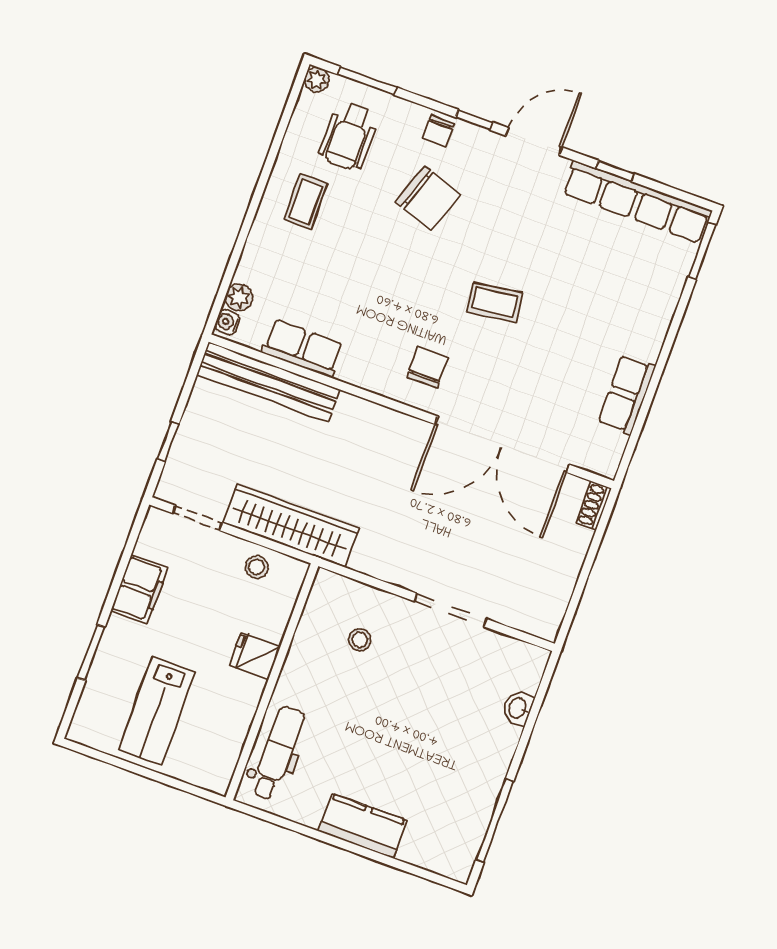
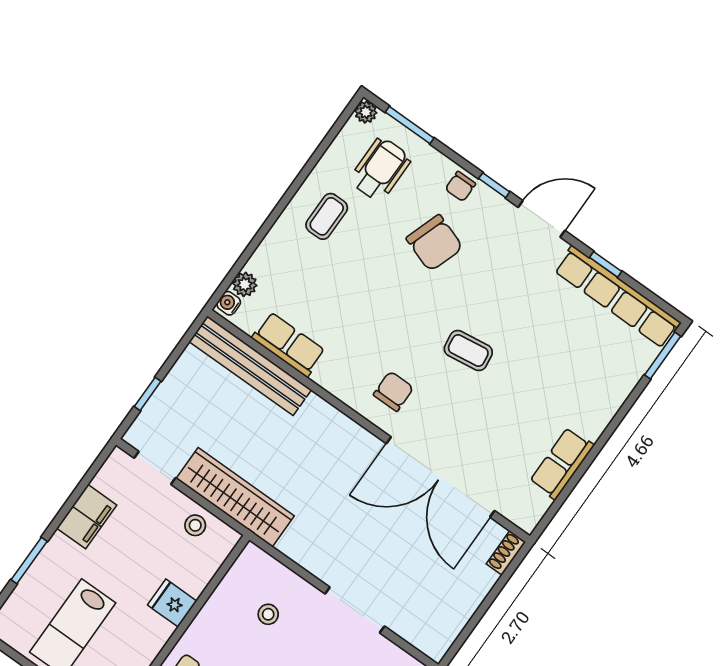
wheelchair: (349, 136) -> (380, 169), turned 180

